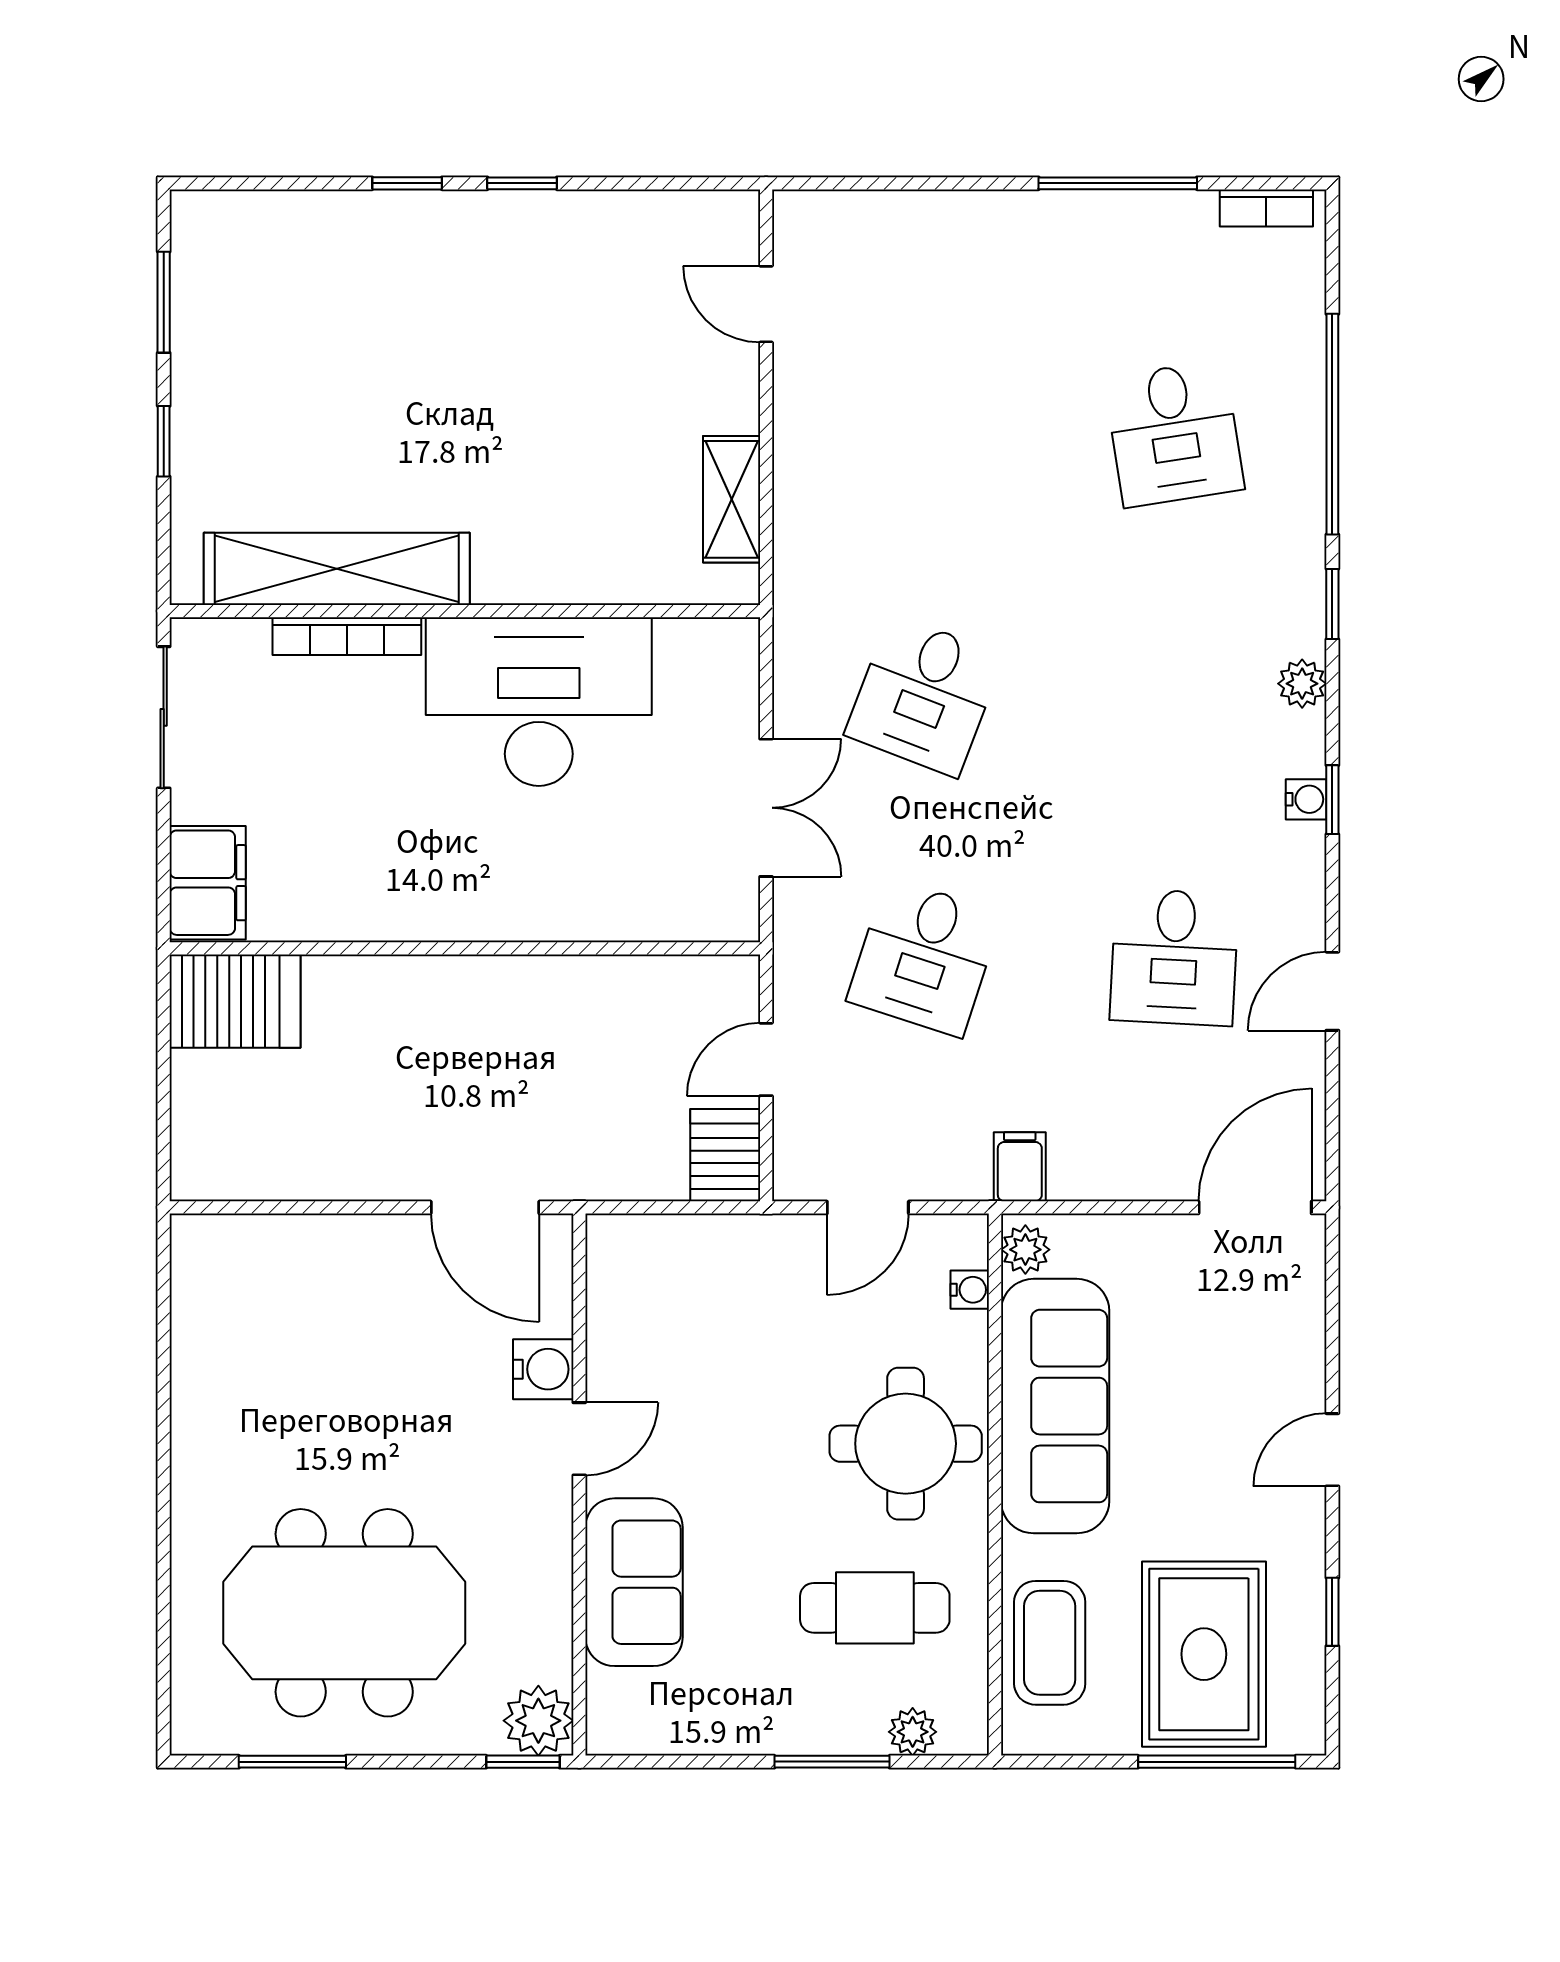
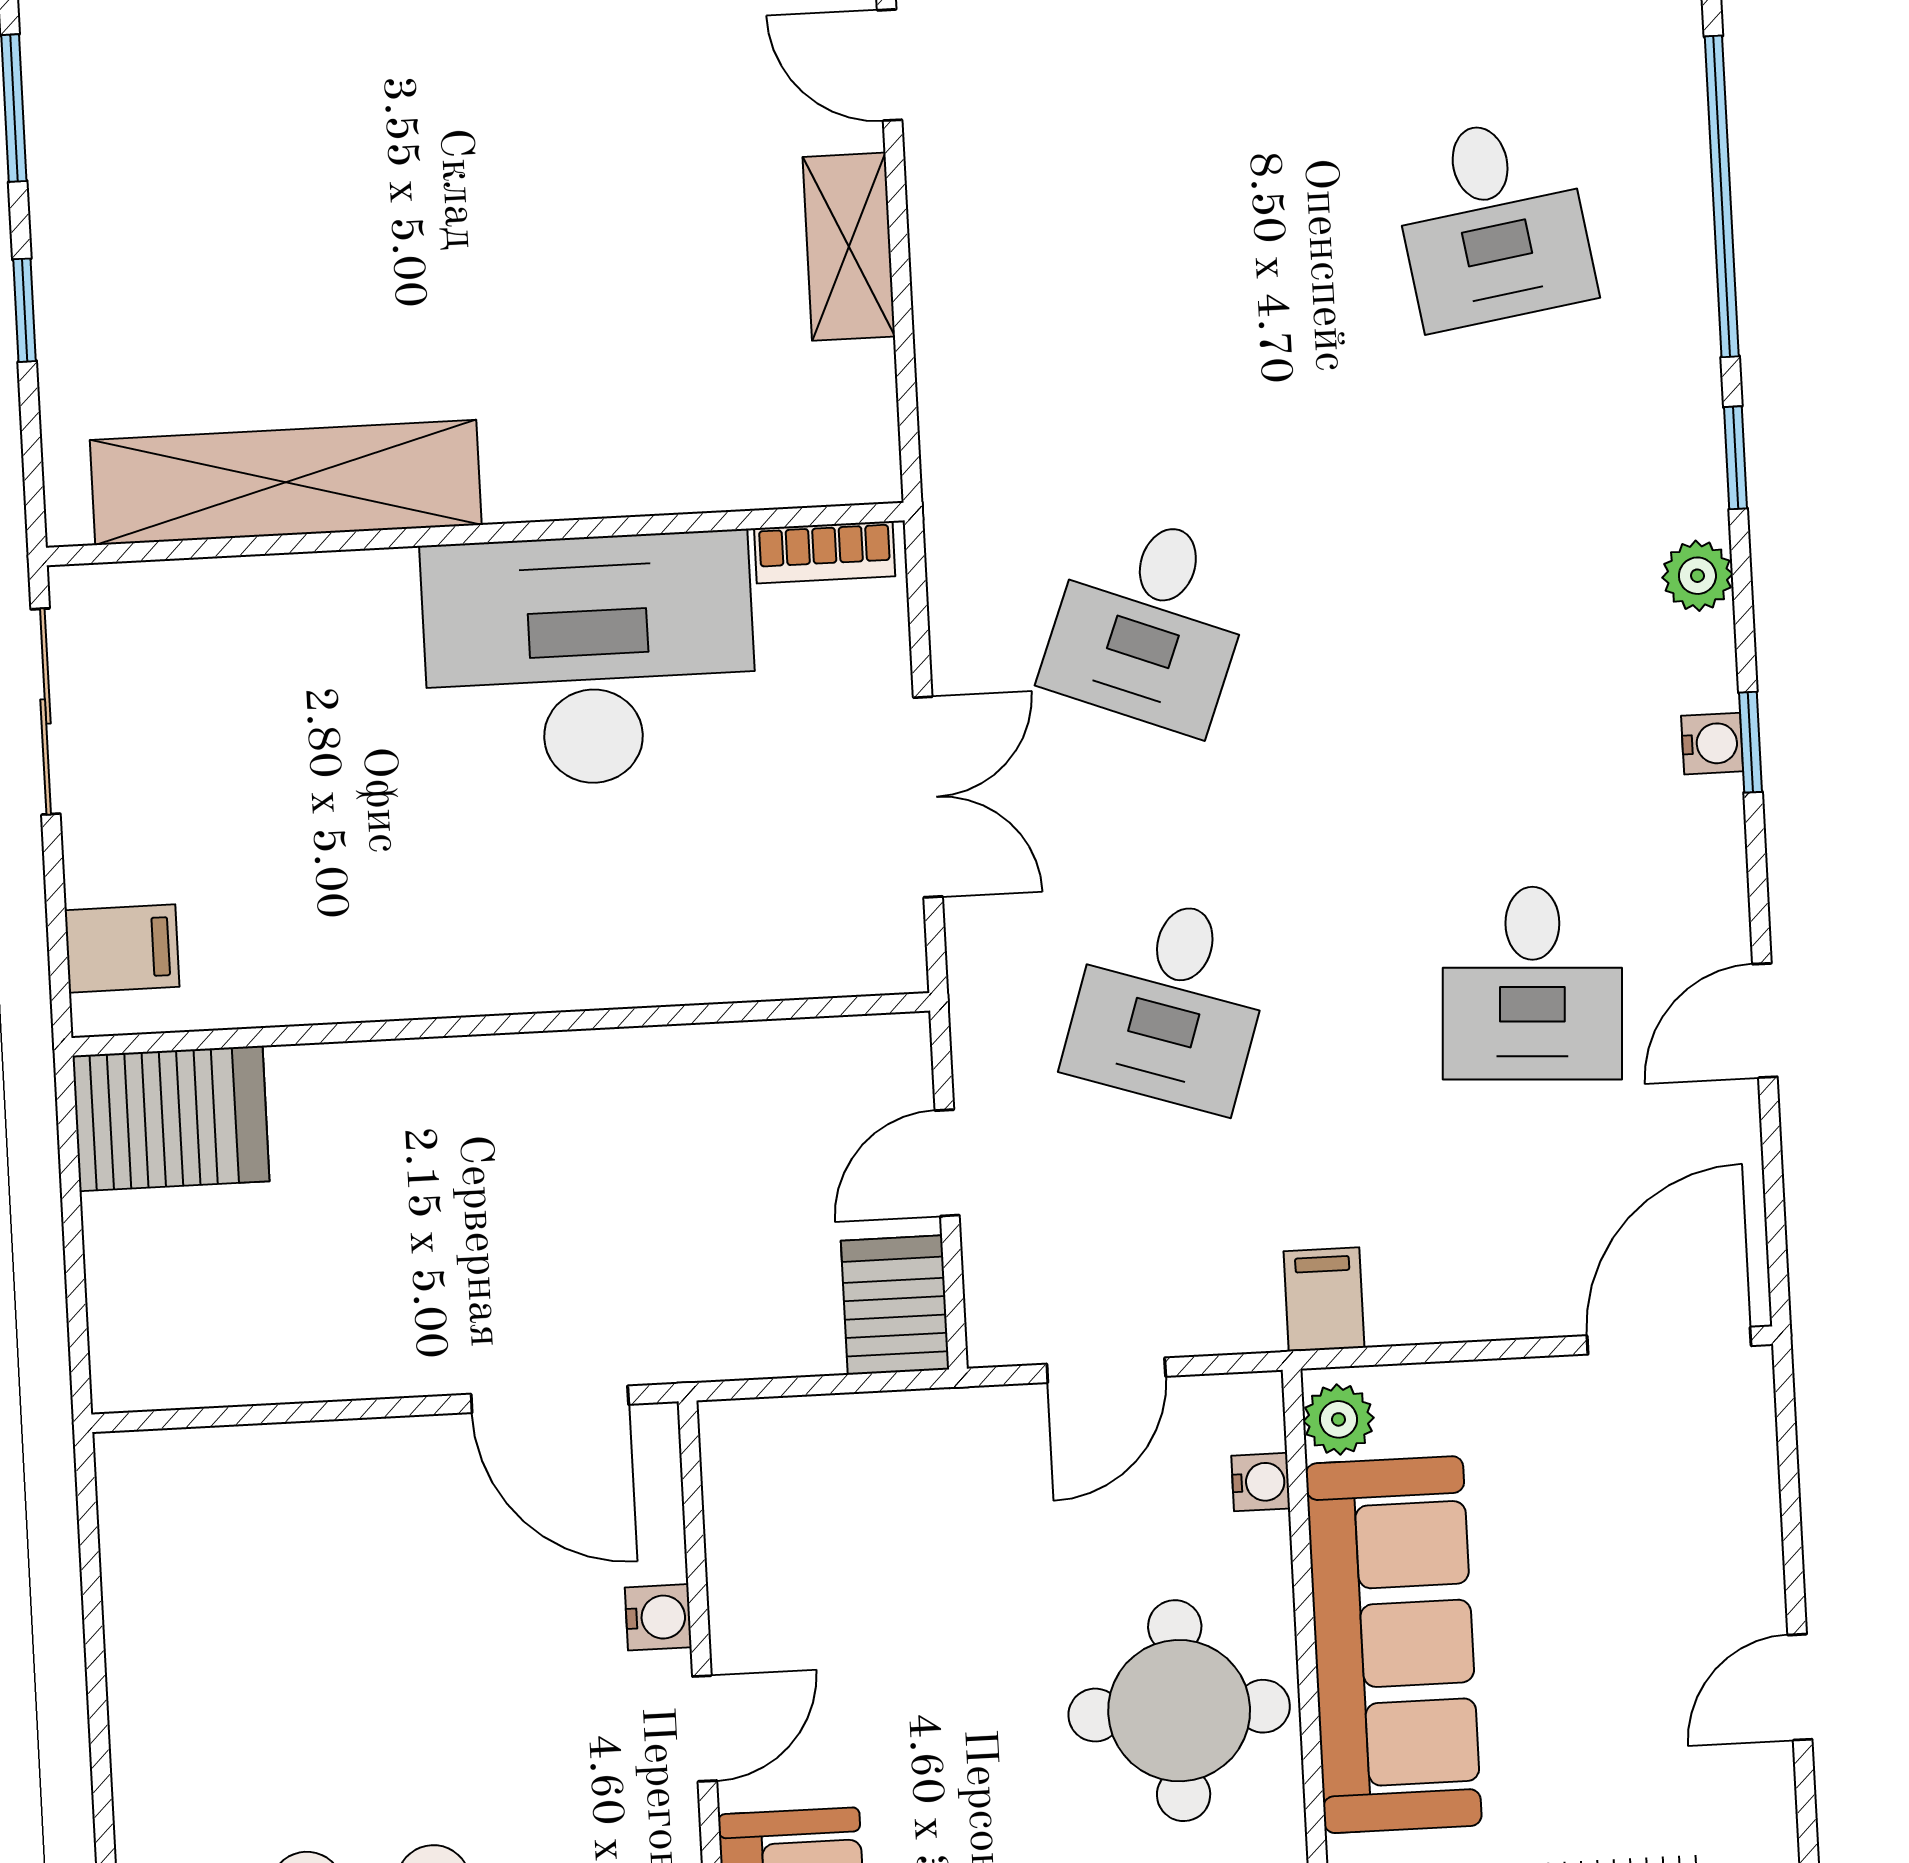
shelving: (732, 499) -> (849, 247), moved
bookcase: (347, 636) -> (825, 552), moved, width x0.64
filing cabinet: (208, 883) -> (122, 949), width x0.50
water cooler: (543, 1369) -> (658, 1617), width x0.72, depth x0.72

